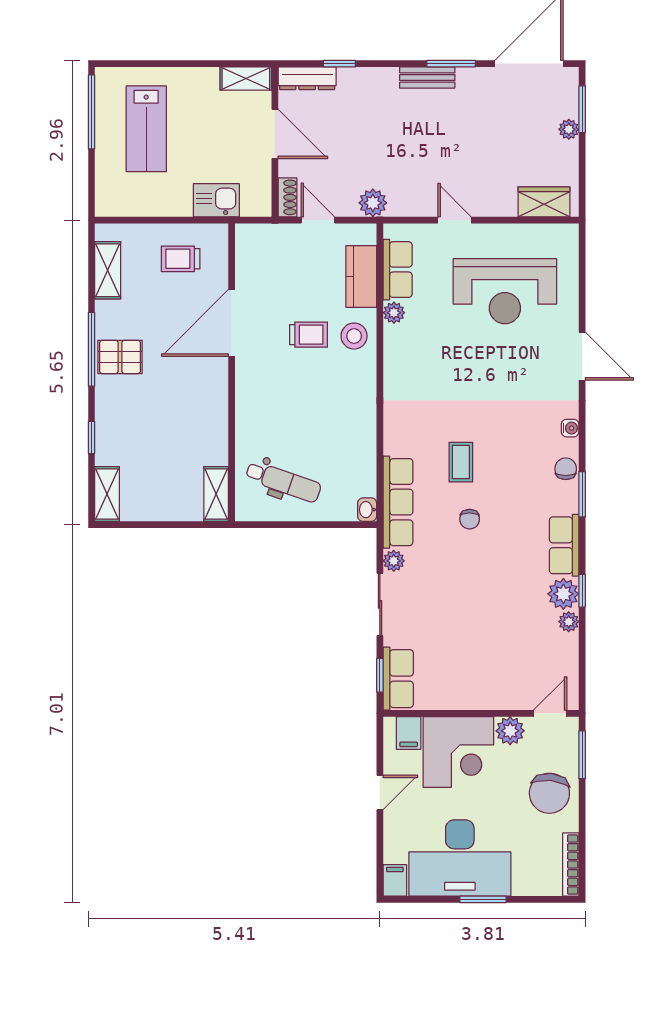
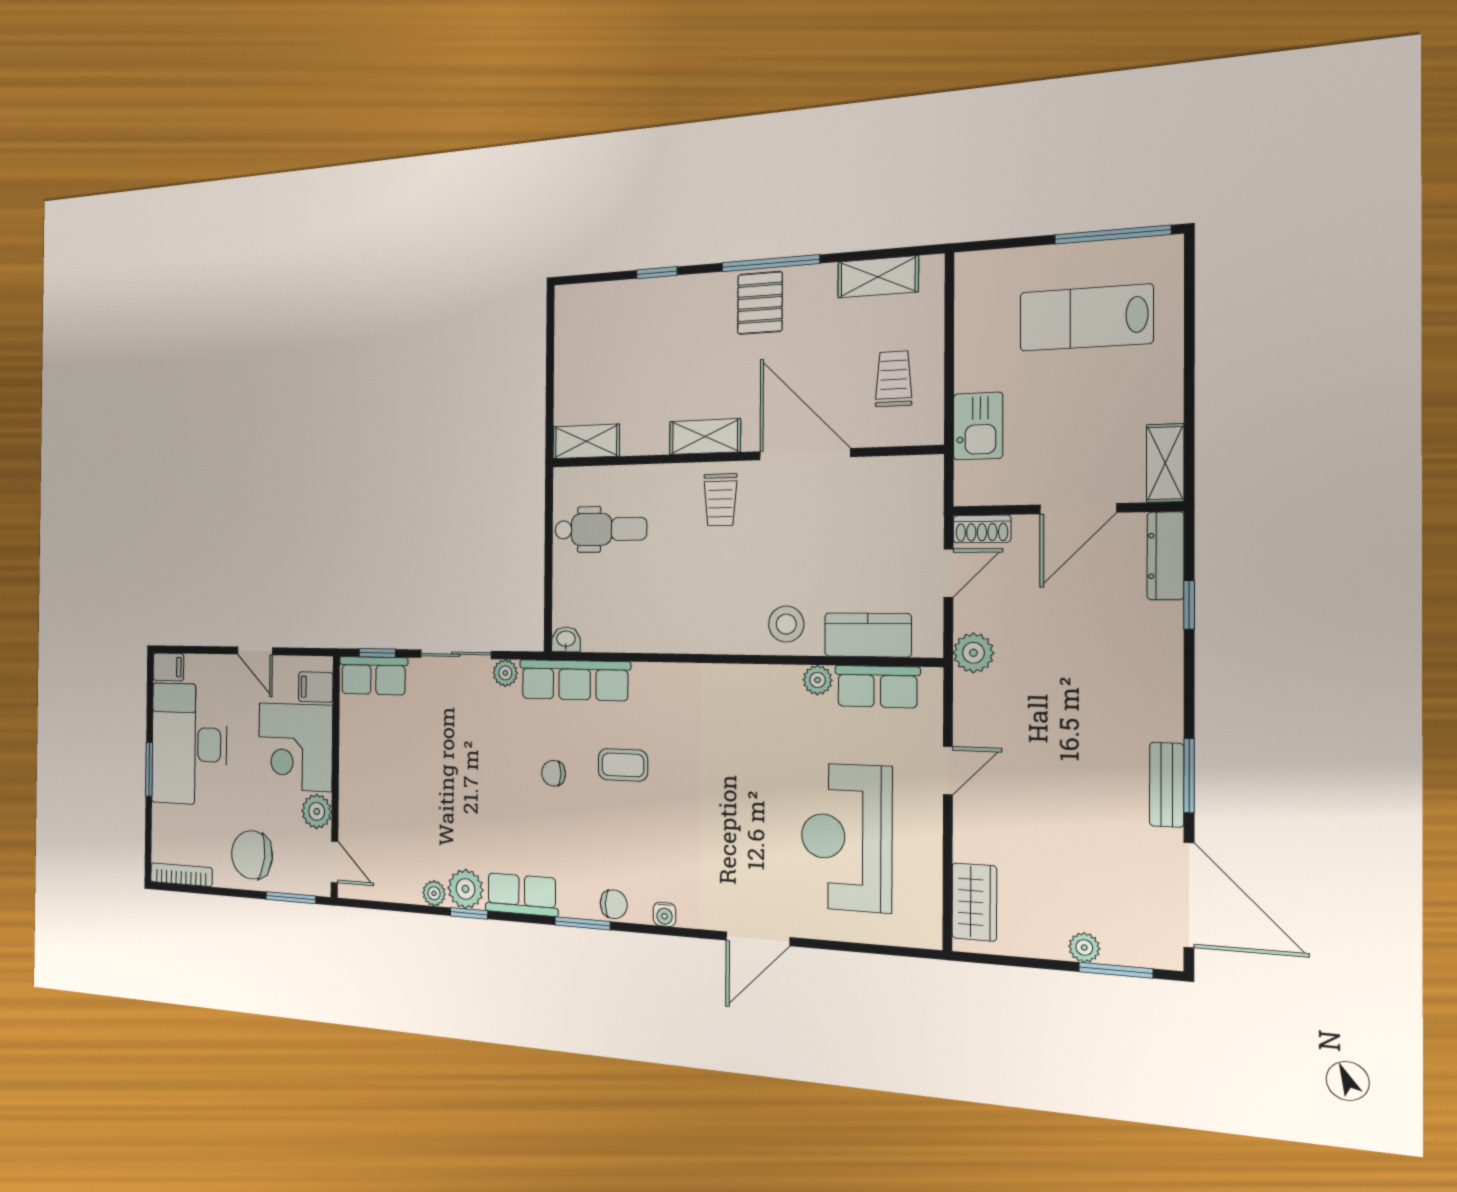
bench: (427, 77) -> (1167, 785), moved
trolley: (308, 335) -> (720, 500), moved
dental chair: (283, 482) -> (601, 529), turned -109
shelving: (107, 494) -> (705, 437), moved

